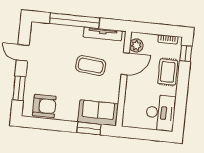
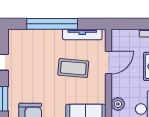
plant: (136, 45) -> (118, 104), moved

